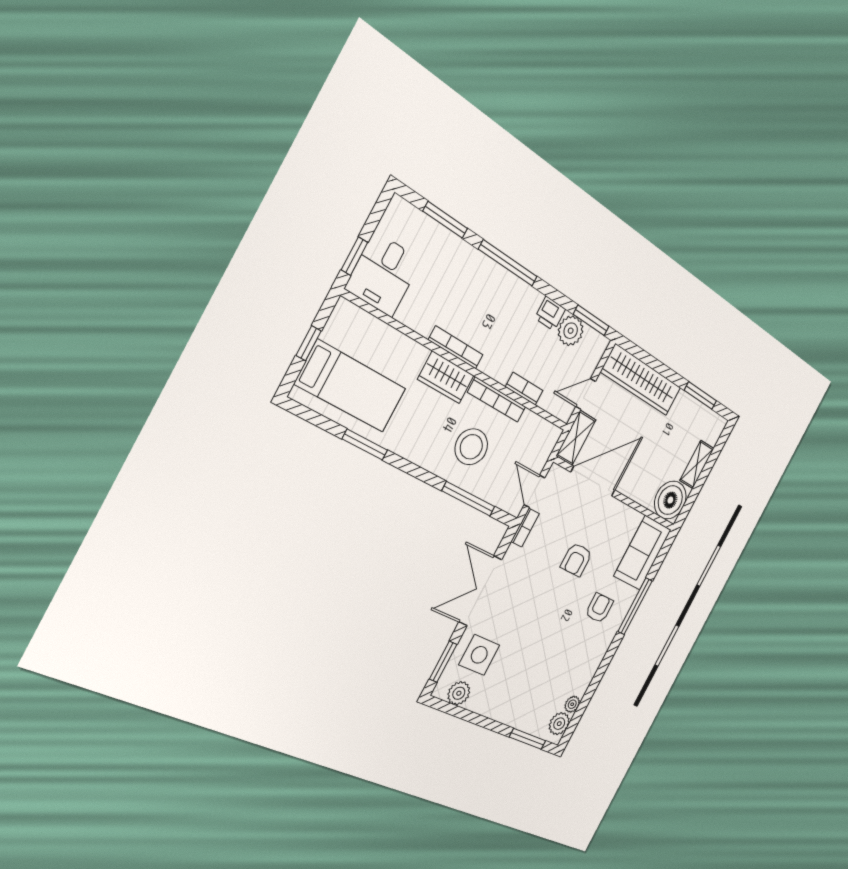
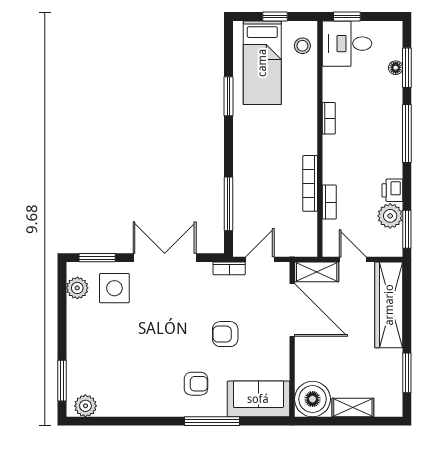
floor lamp: (438, 233) -> (396, 68), added
bookcase: (456, 347) -> (329, 118), width x0.64
wardrobe: (446, 377) -> (305, 132), removed
stool: (471, 447) -> (302, 46), moved, width x0.53, depth x0.53
plant: (572, 704) -> (106, 409), removed

